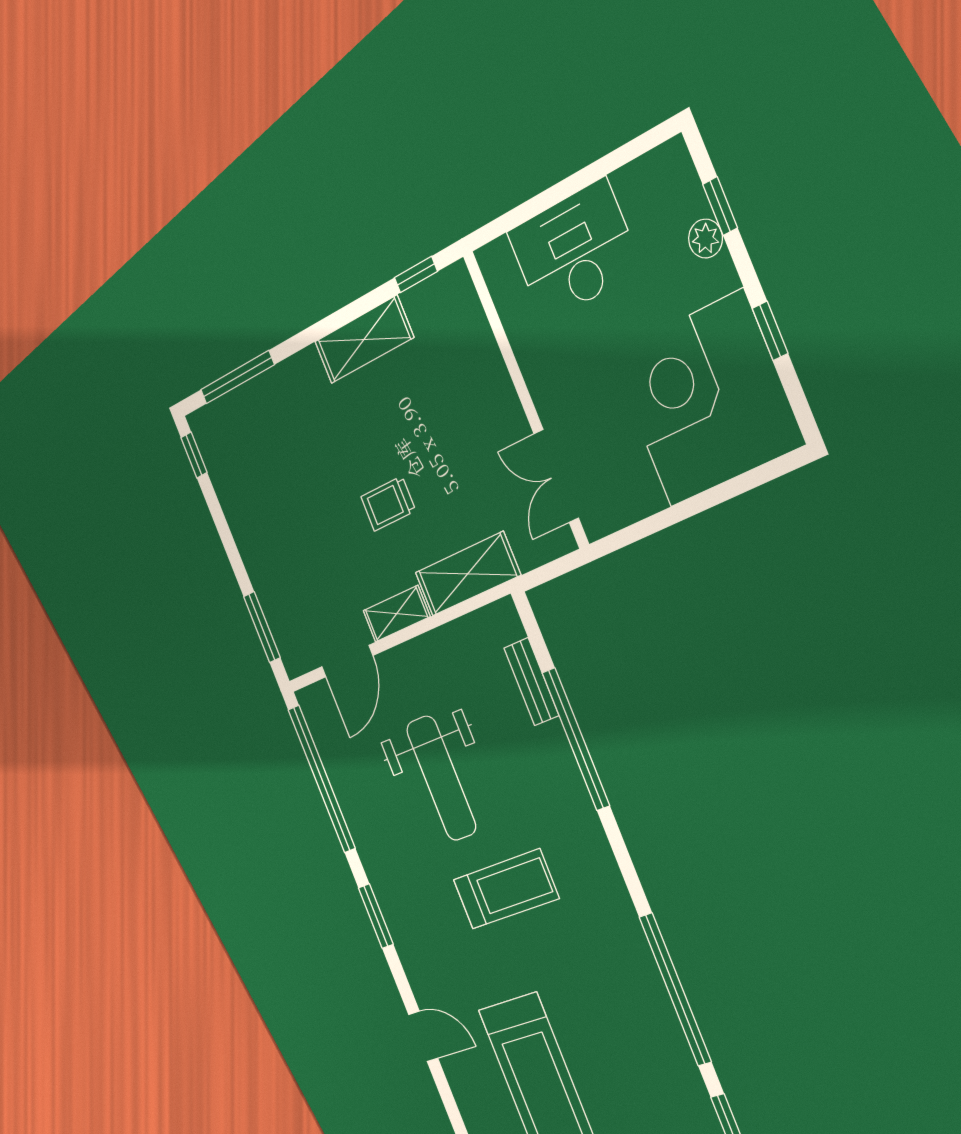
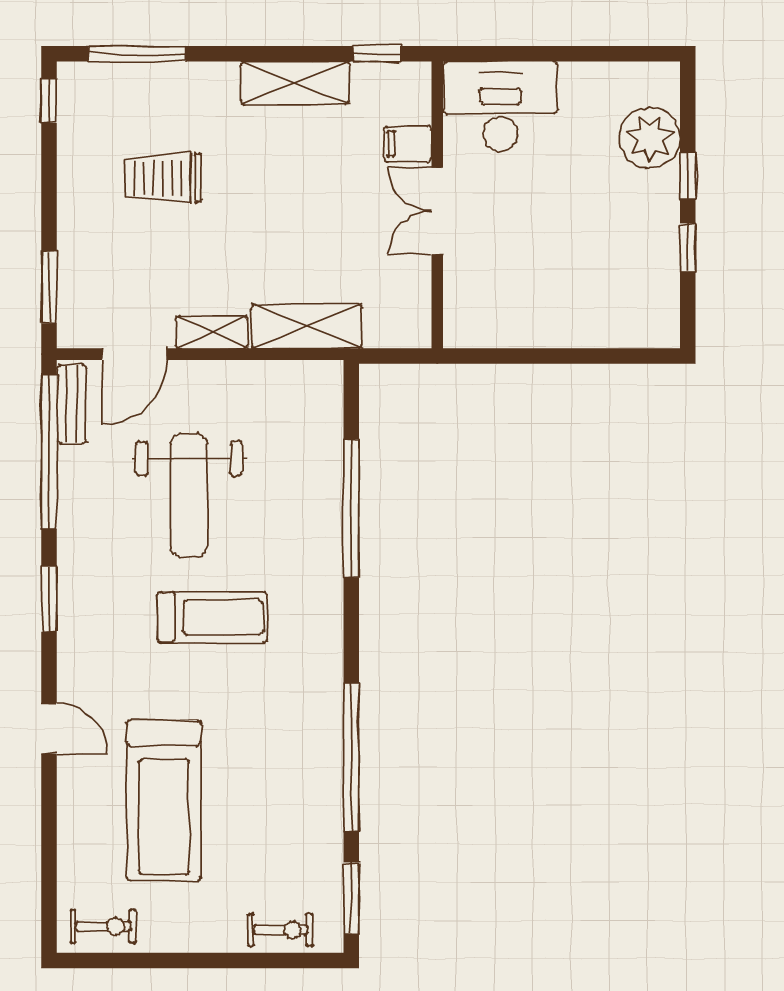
window: (720, 206) -> (688, 176), moved
plant: (705, 239) -> (650, 138), width x1.87, depth x1.87
desk: (574, 251) -> (500, 106), moved
filing cabinet: (477, 351) -> (408, 144), added
corner desk: (707, 399) -> (608, 276), removed
double door: (556, 476) -> (437, 211), moved
trolley: (388, 504) -> (163, 178), moved, width x1.36, depth x1.39
bench: (531, 682) -> (72, 404), moved

